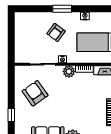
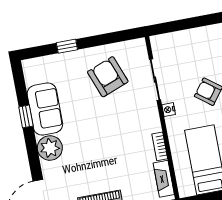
plant: (69, 71) -> (151, 123), removed
armchair: (35, 93) -> (108, 77), turned -76

